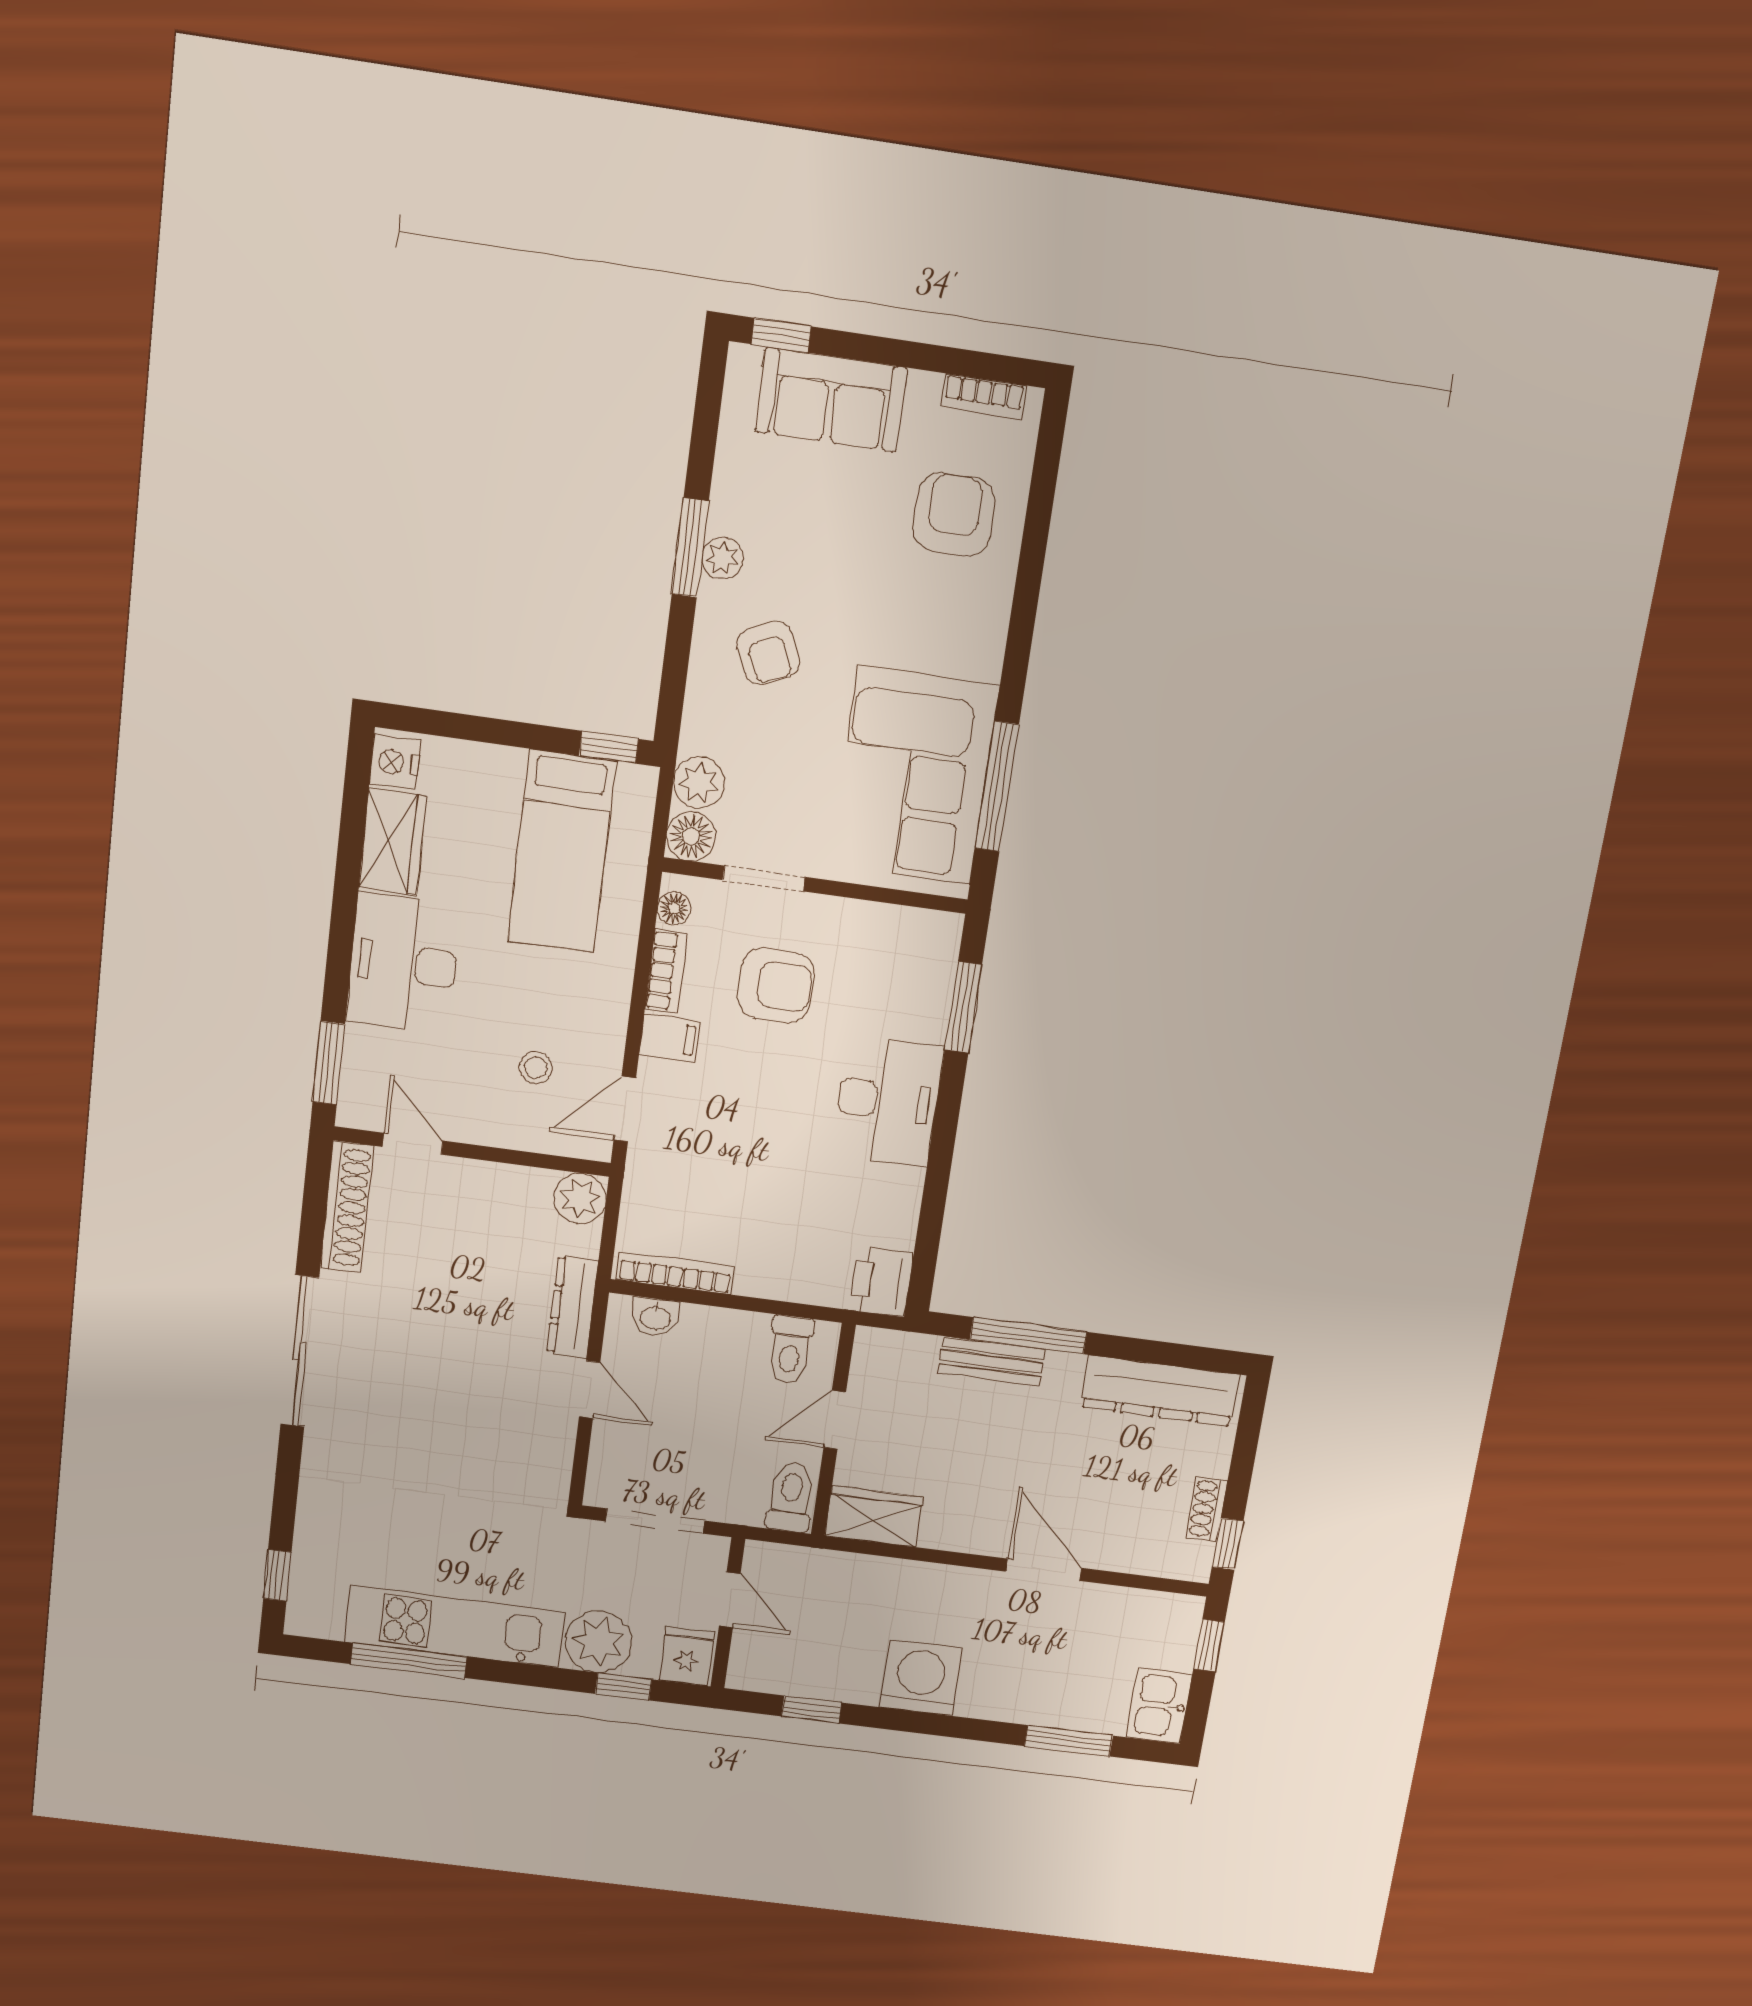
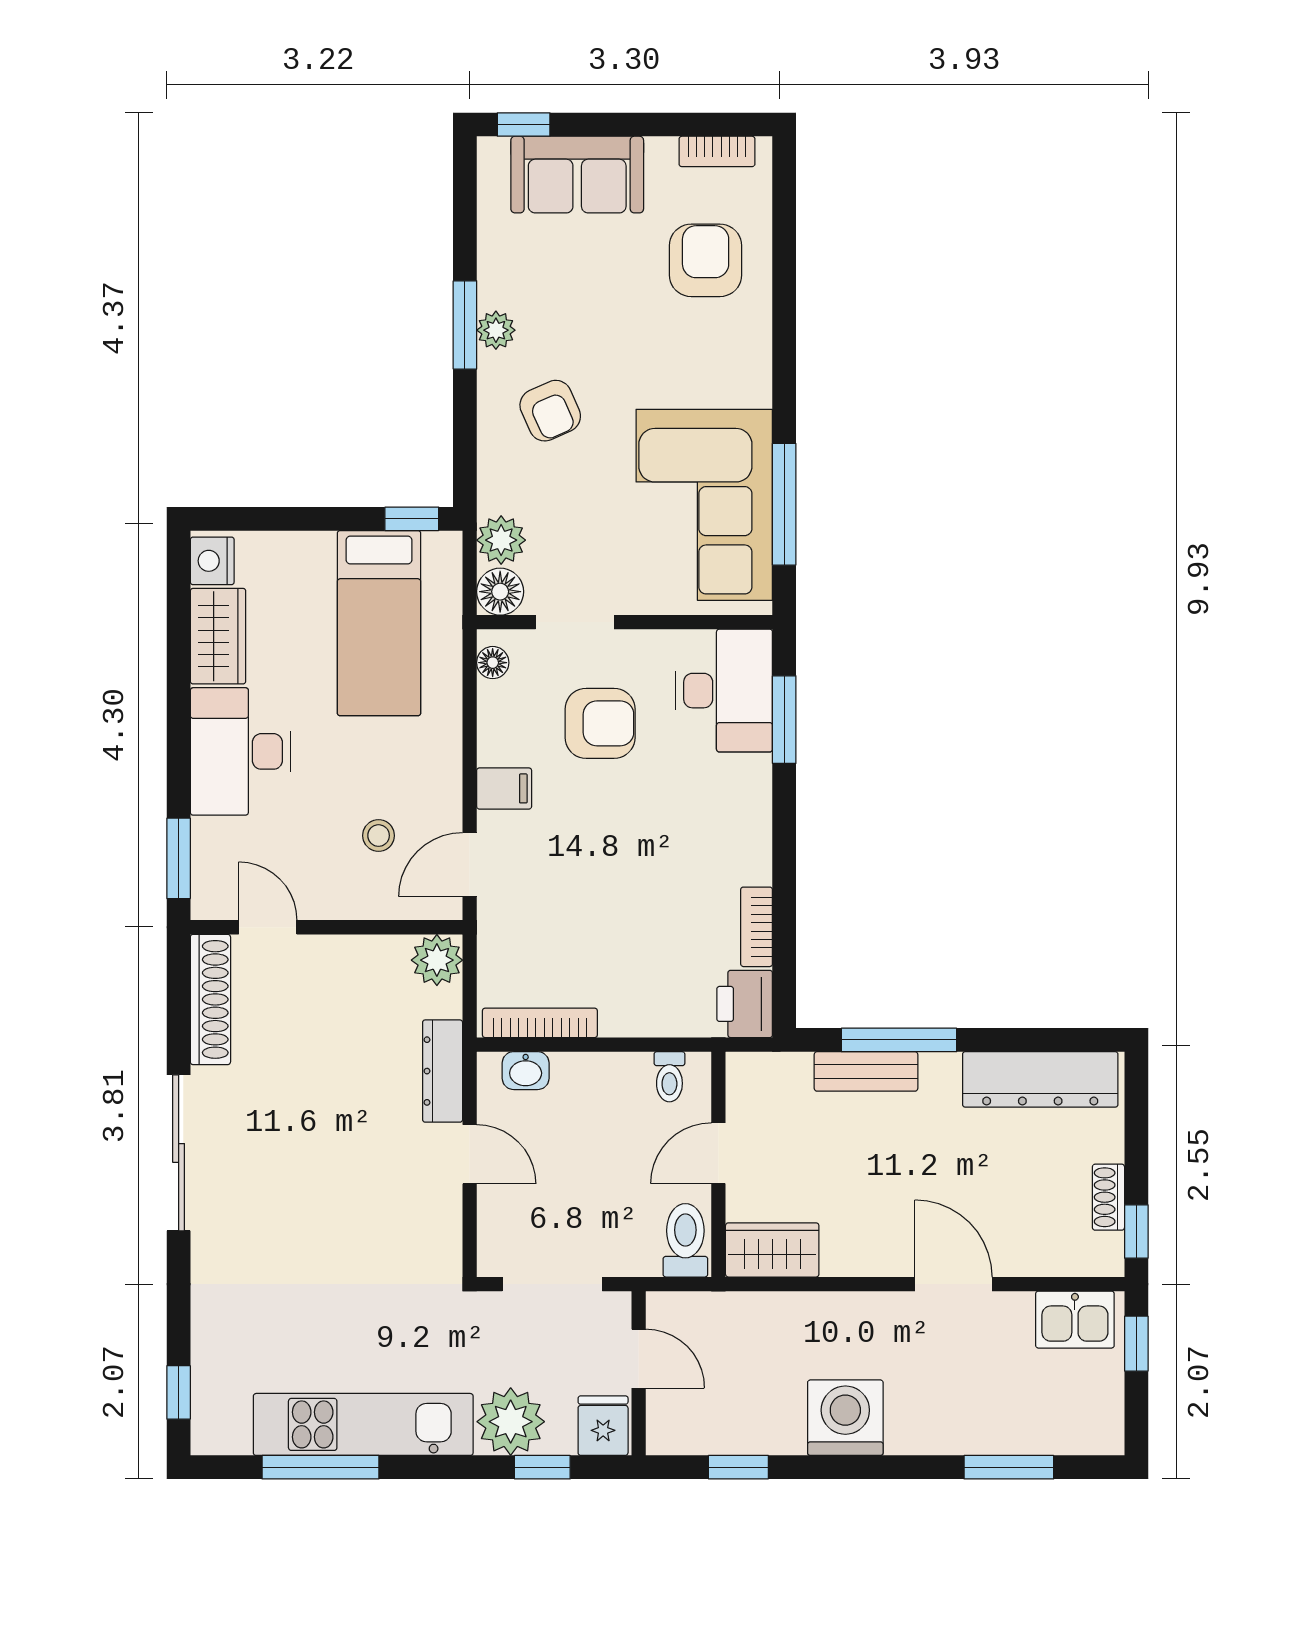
bookcase: (666, 971) -> (757, 927), moved, turned 180
desk: (887, 1101) -> (724, 691), moved
toilet: (790, 1350) -> (669, 1077), width x0.73, depth x0.72
kitchen sink: (1159, 1706) -> (1075, 1320), moved, turned -90

